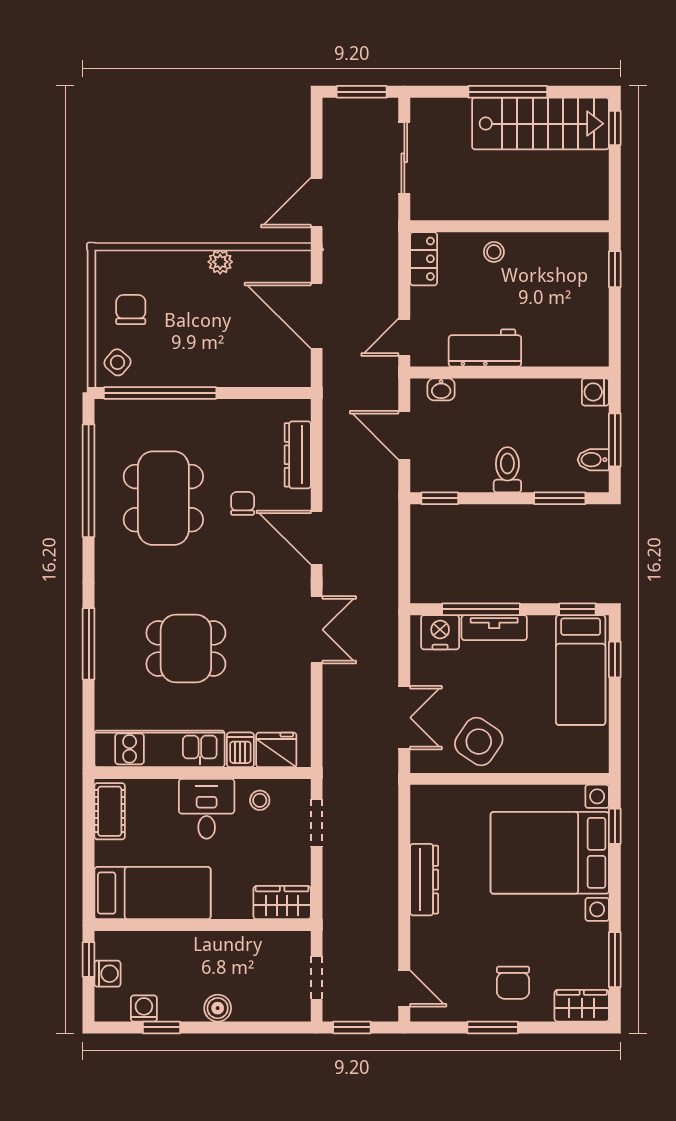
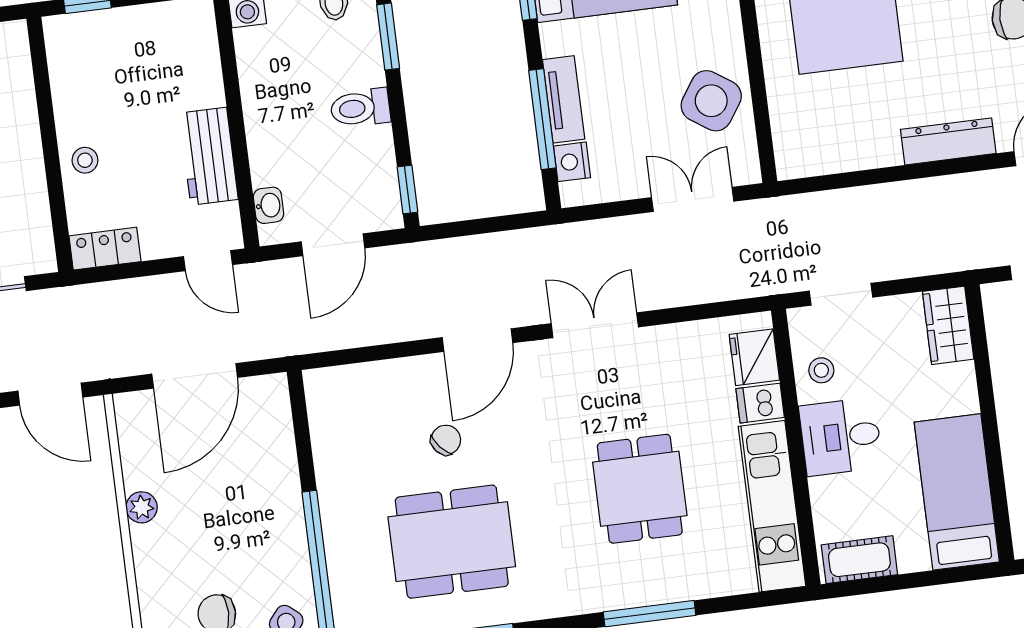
dresser: (298, 455) -> (375, 378), removed
chair: (243, 503) -> (446, 440), turned 139
nightstand: (440, 632) -> (572, 162), width x0.74, depth x0.75
dresser: (424, 880) -> (948, 141), moved

